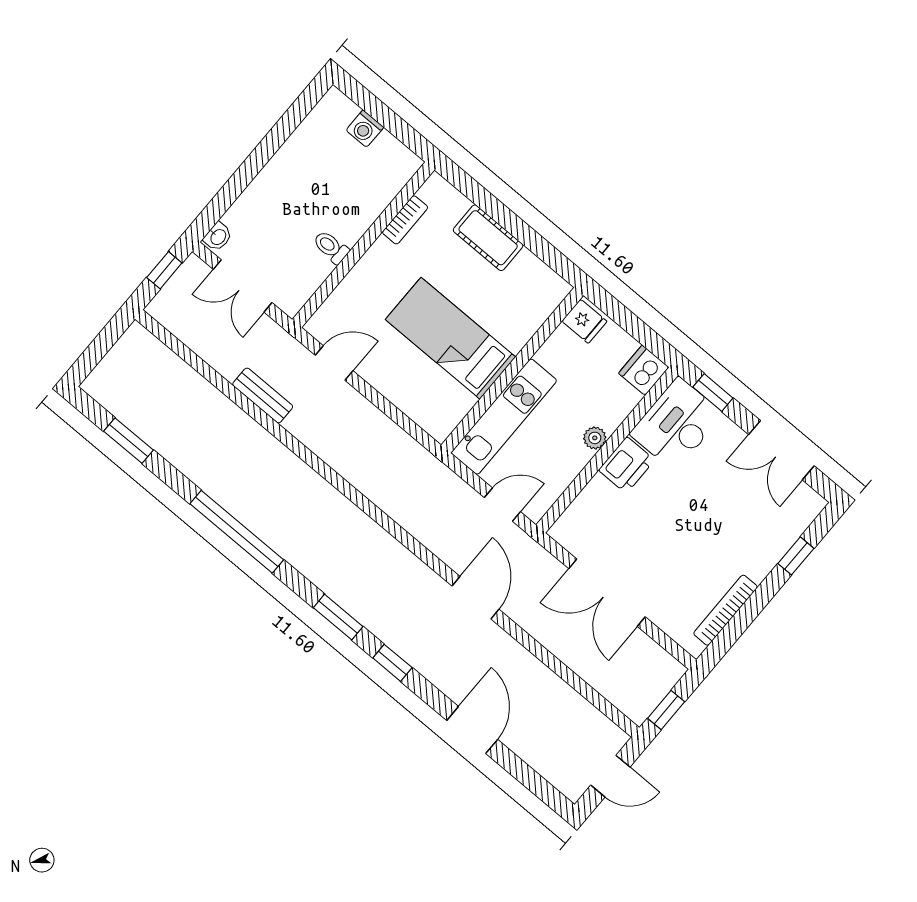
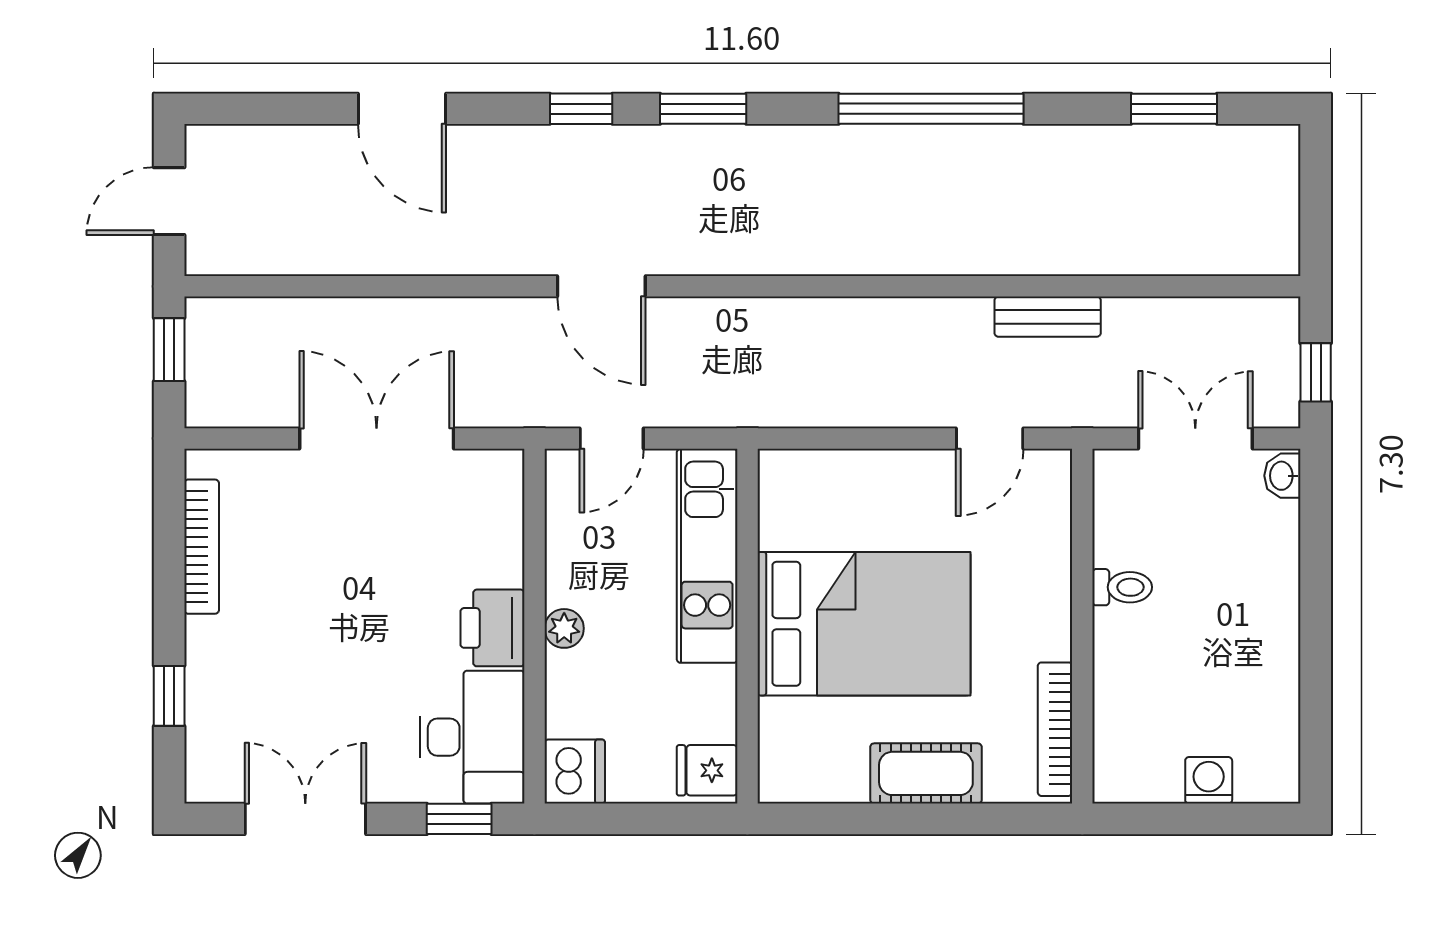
bookcase: (405, 220) -> (1055, 729), width x1.56
bed: (451, 338) -> (864, 624), width x1.50
door: (475, 598) -> (601, 286), moved

